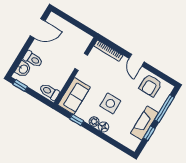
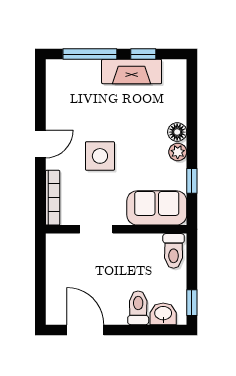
armchair: (150, 85) -> (67, 98), removed
side table: (110, 103) -> (100, 156), moved

